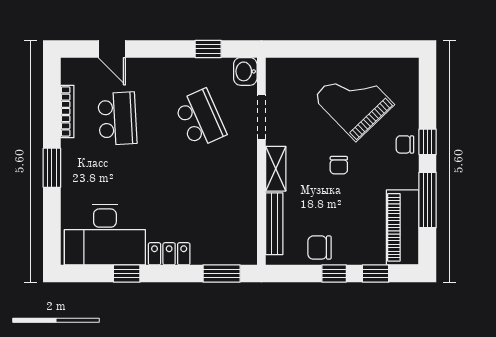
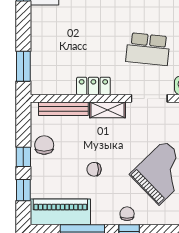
school desk: (200, 119) -> (148, 49), turned 30
chair: (339, 165) -> (94, 169), moved
locker: (169, 254) -> (93, 86), moved, turned -90

